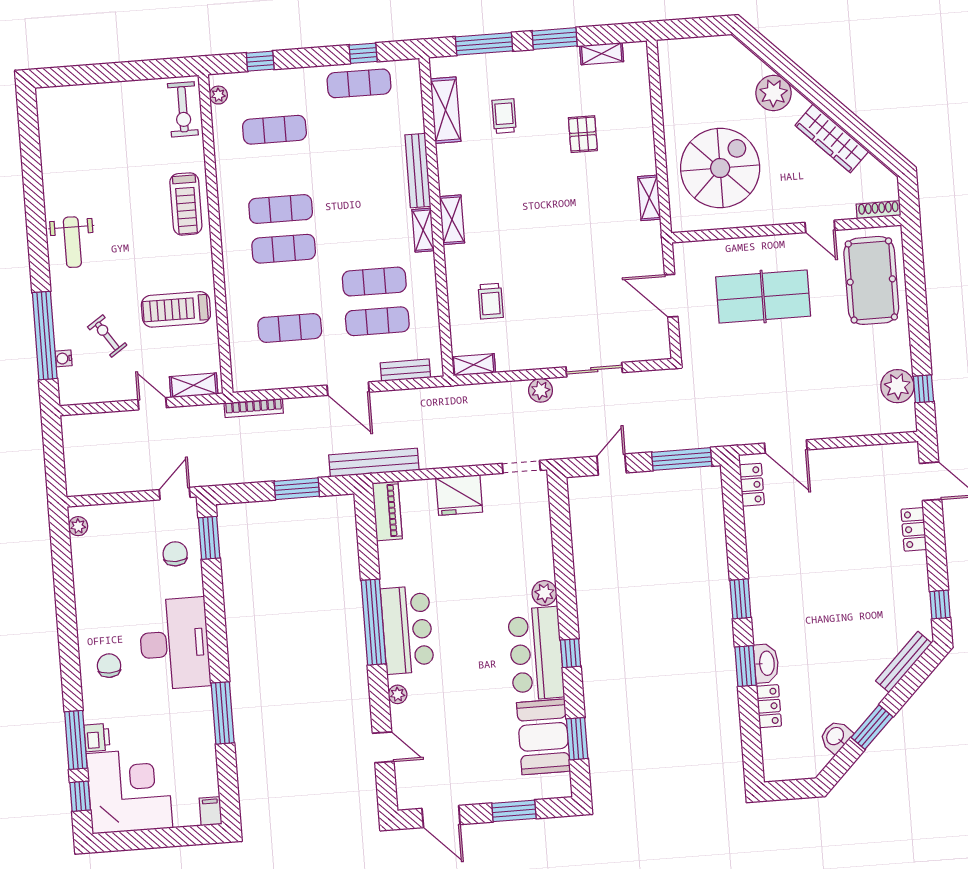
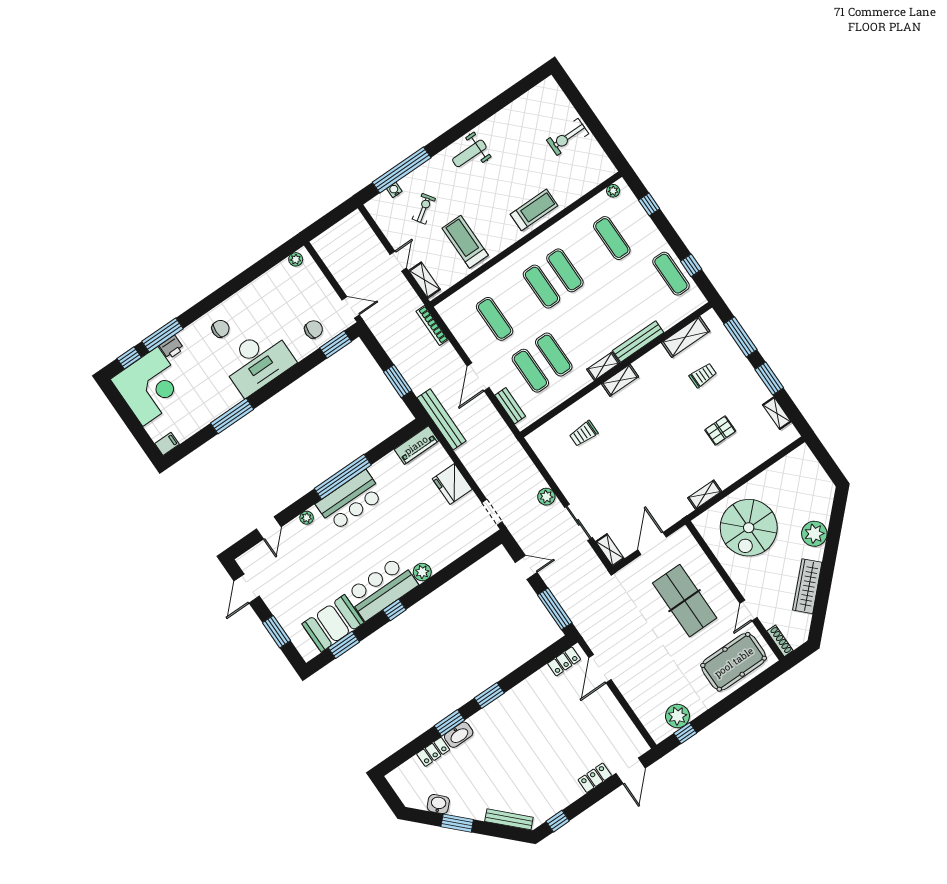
exercise bike: (183, 109) -> (568, 137), moved
spiral stairs: (720, 168) -> (749, 528), turned 90
treadmill: (186, 204) -> (534, 210), turned 180
shelving: (474, 365) -> (610, 550), moved

